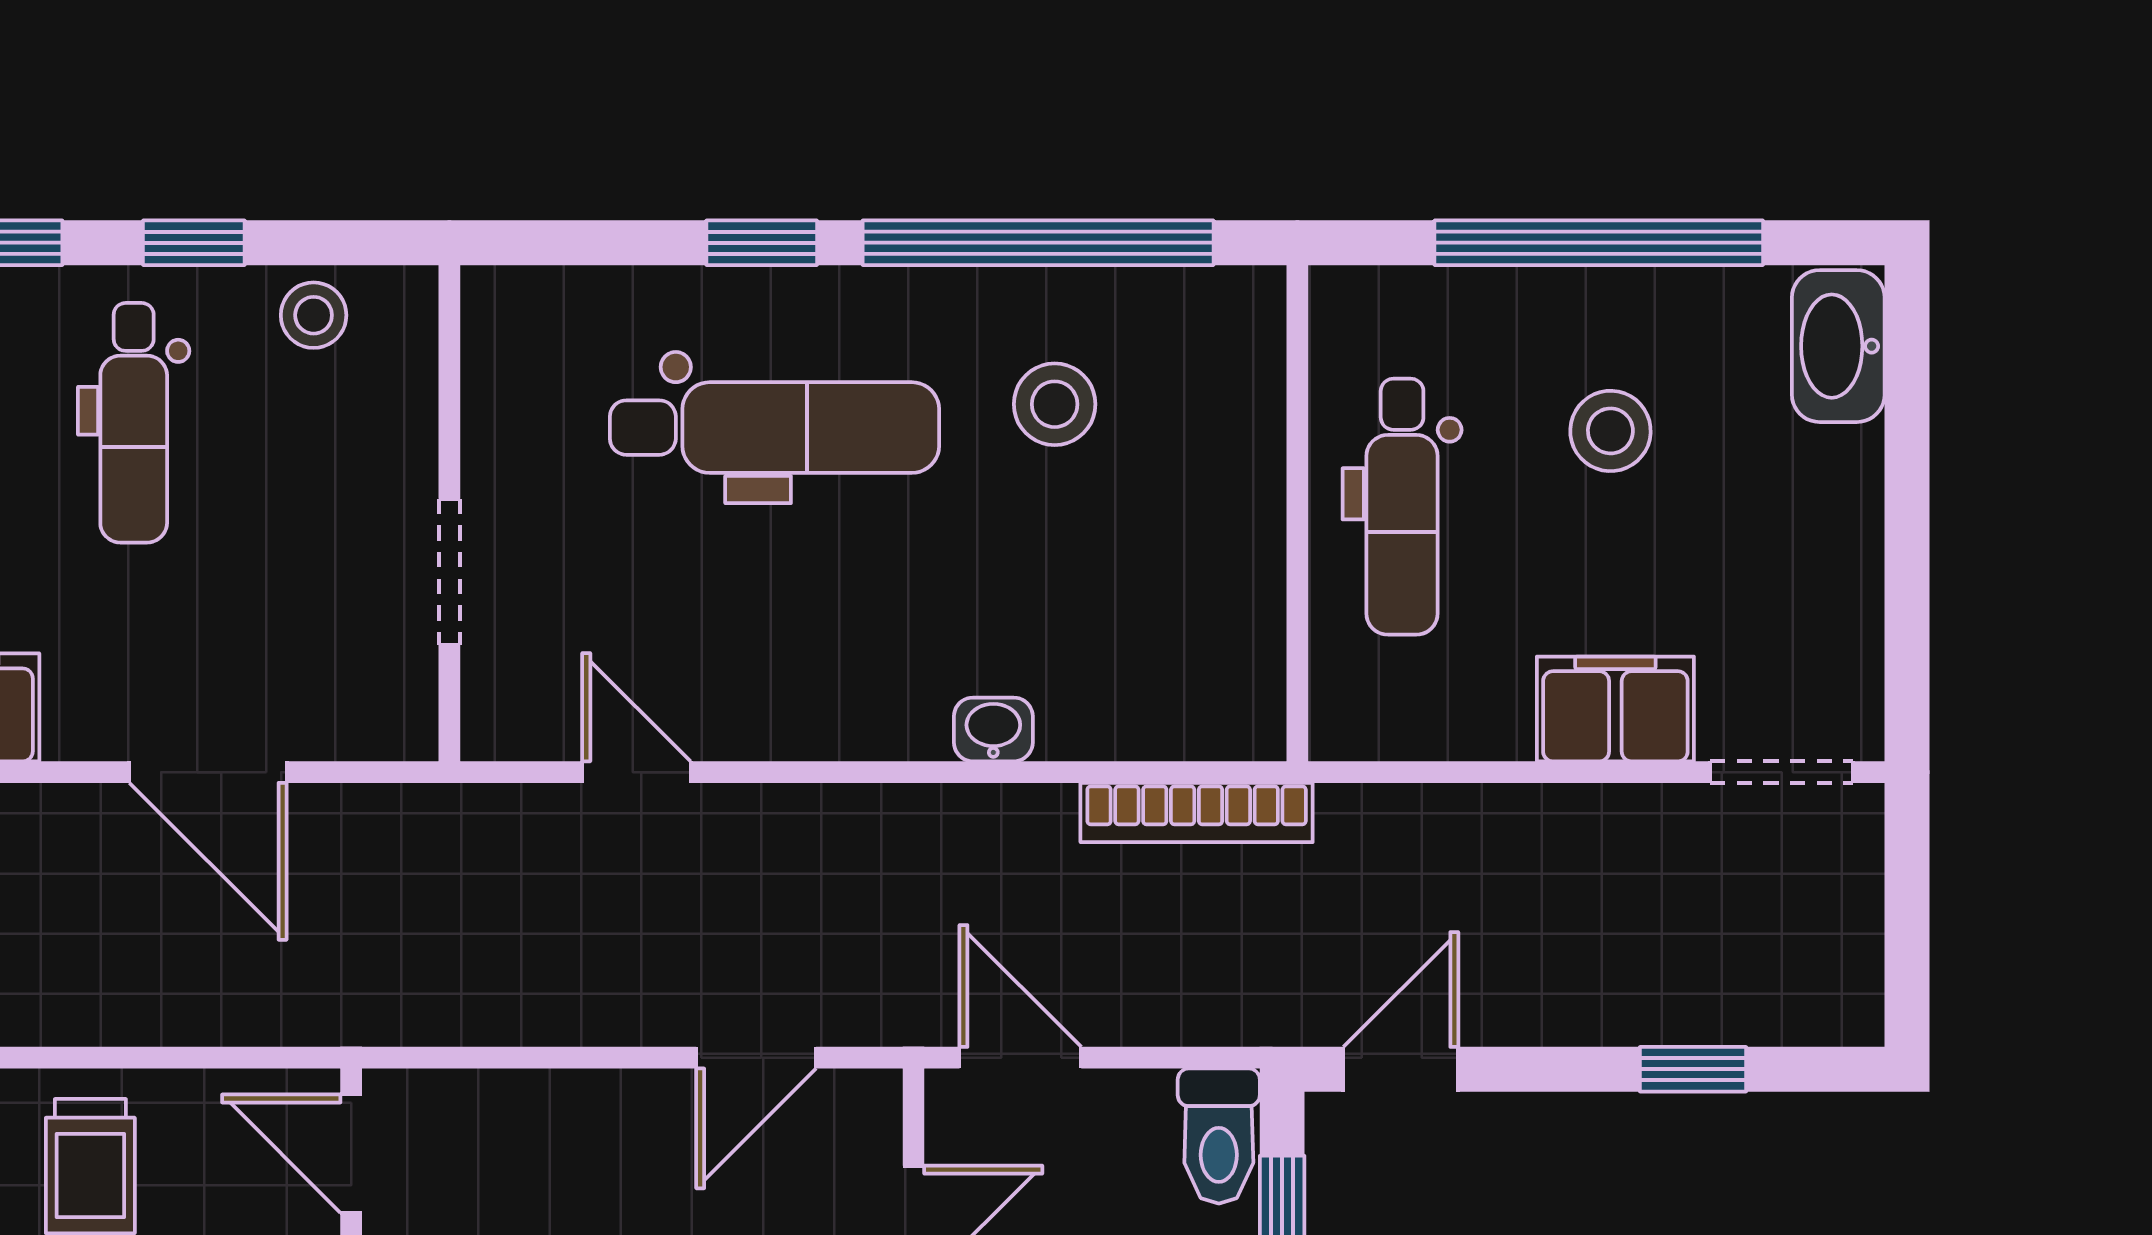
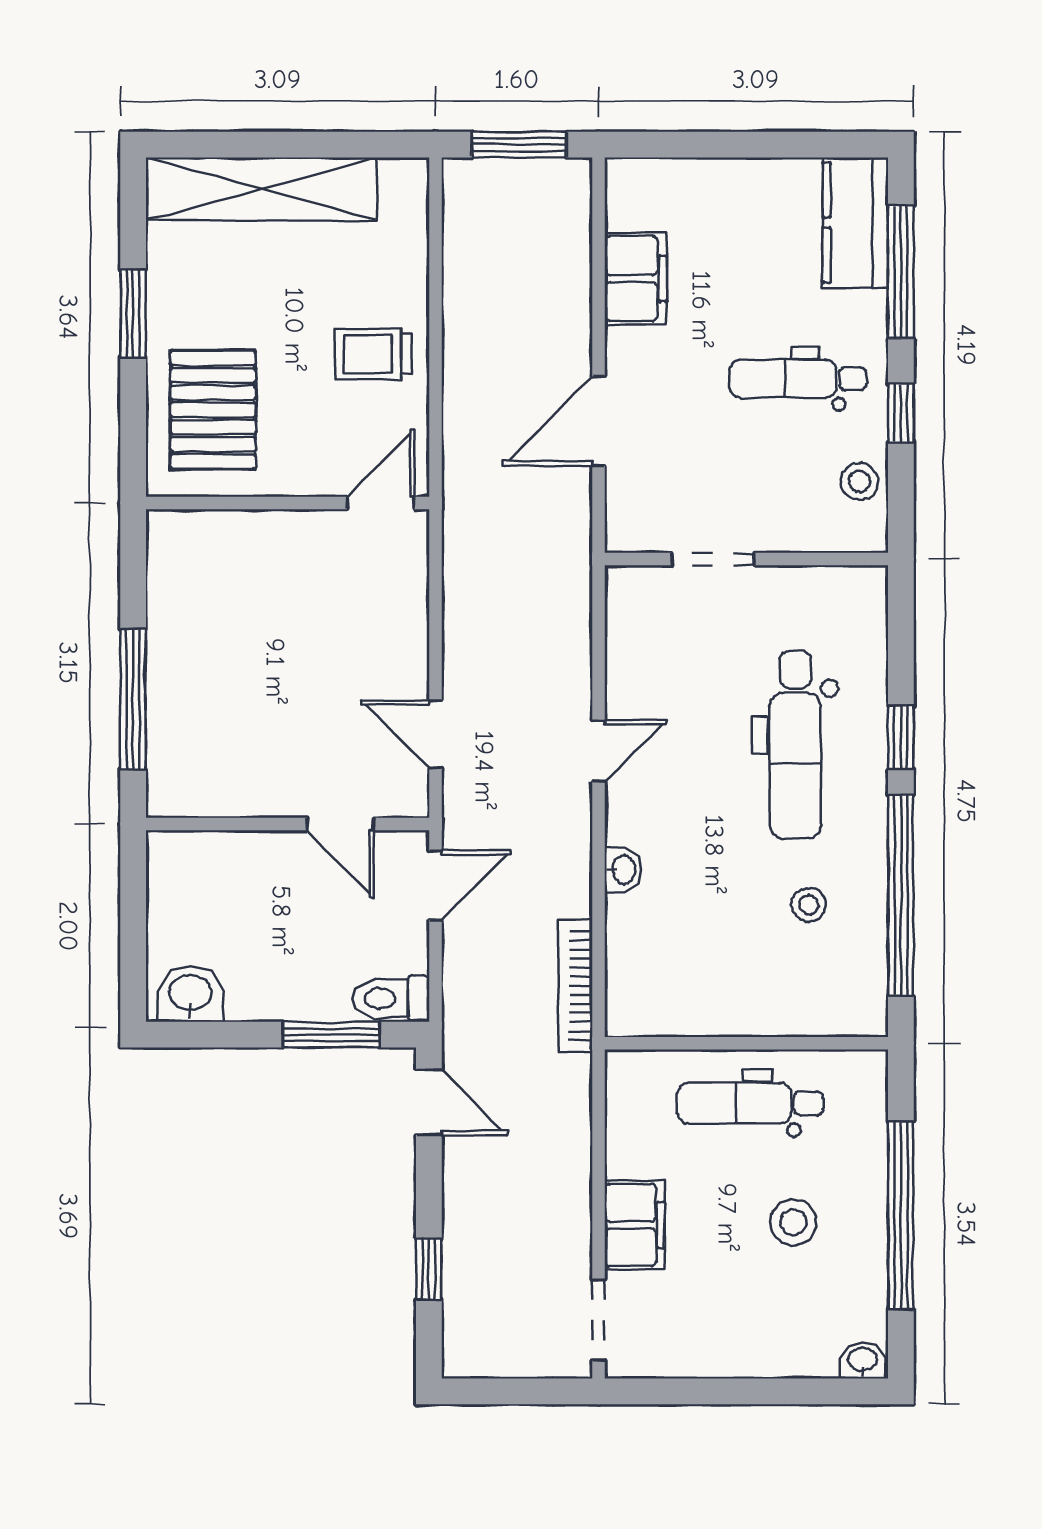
washbasin: (1838, 346) -> (863, 1360), width x0.52, depth x0.69
stool: (1055, 404) -> (809, 905), width x0.73, depth x0.73
door: (636, 772) -> (599, 751), moved

